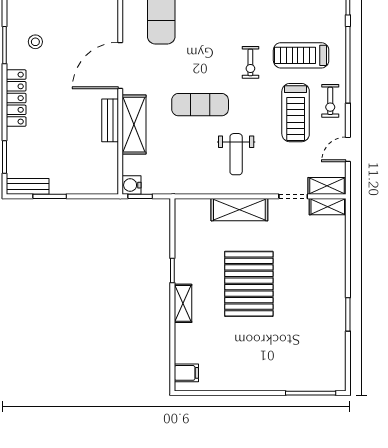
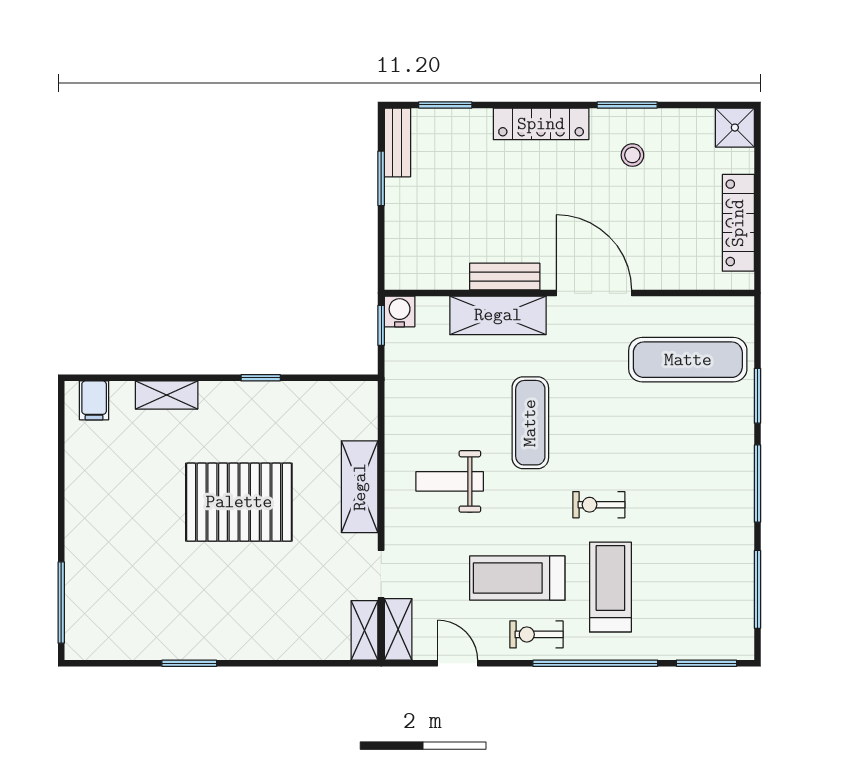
shelving: (183, 303) -> (167, 395), moved

